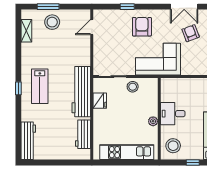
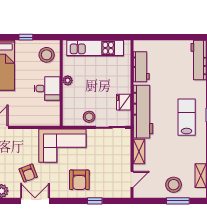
shelving: (85, 54) -> (139, 151), added

